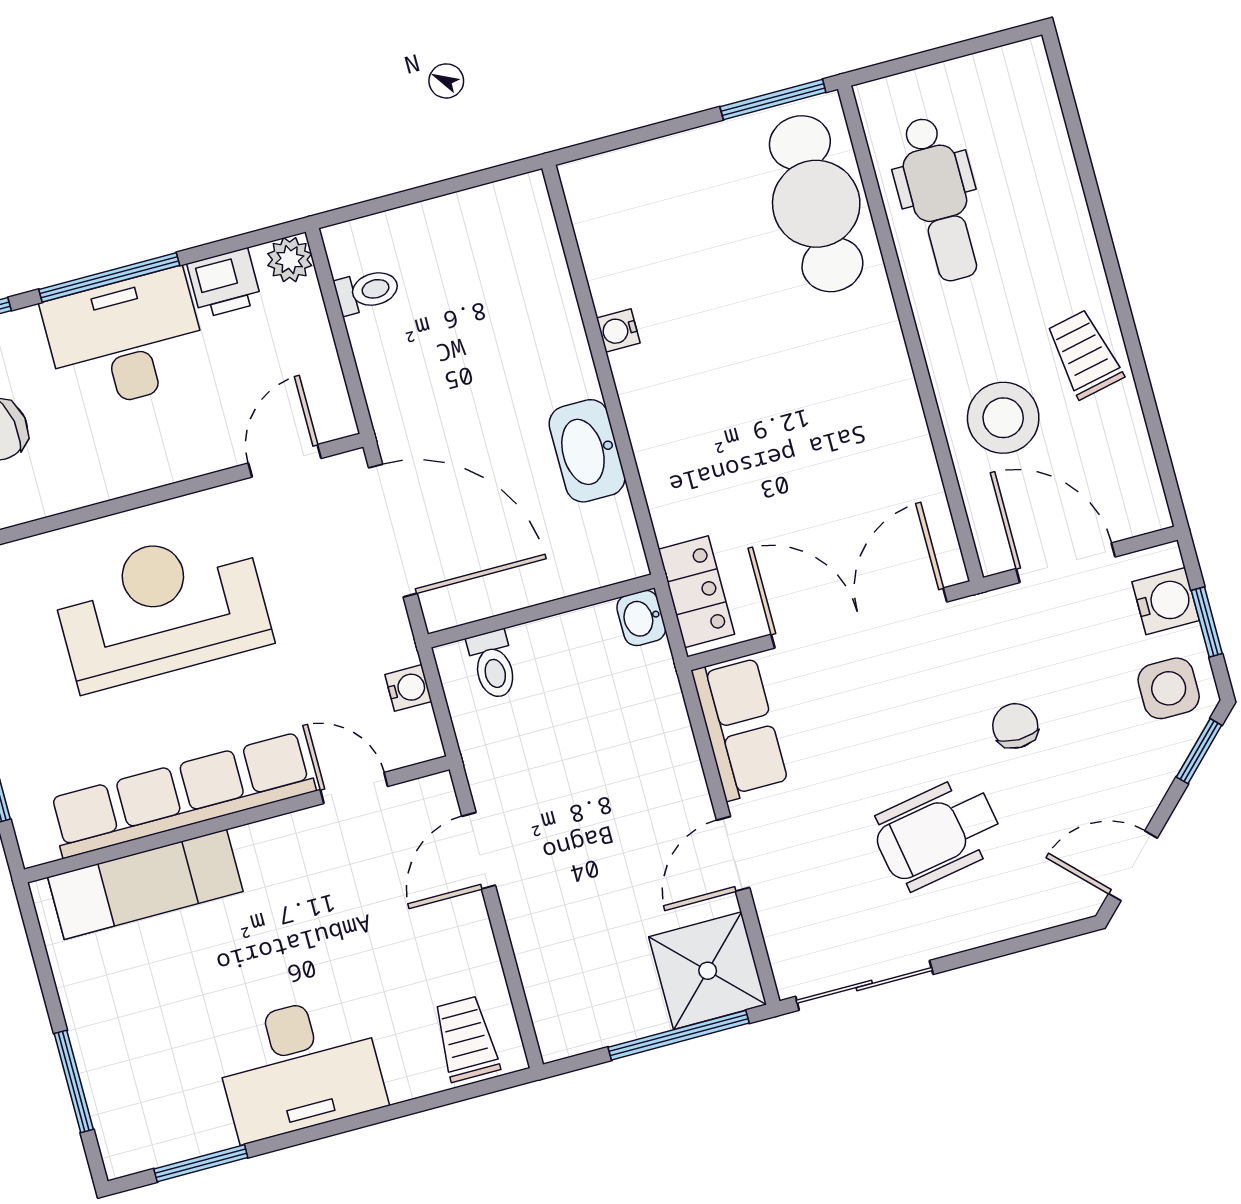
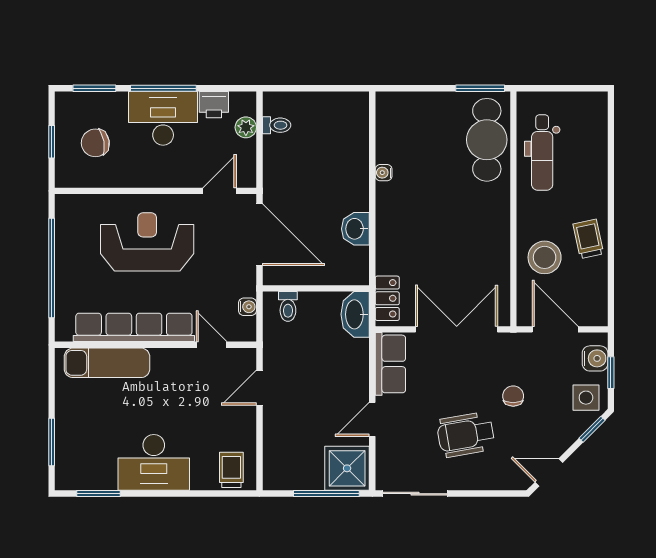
plant: (290, 260) -> (246, 127), moved
washbasin: (587, 451) -> (355, 229), width x0.72
washbasin: (641, 618) -> (355, 314), width x1.91, depth x1.45

